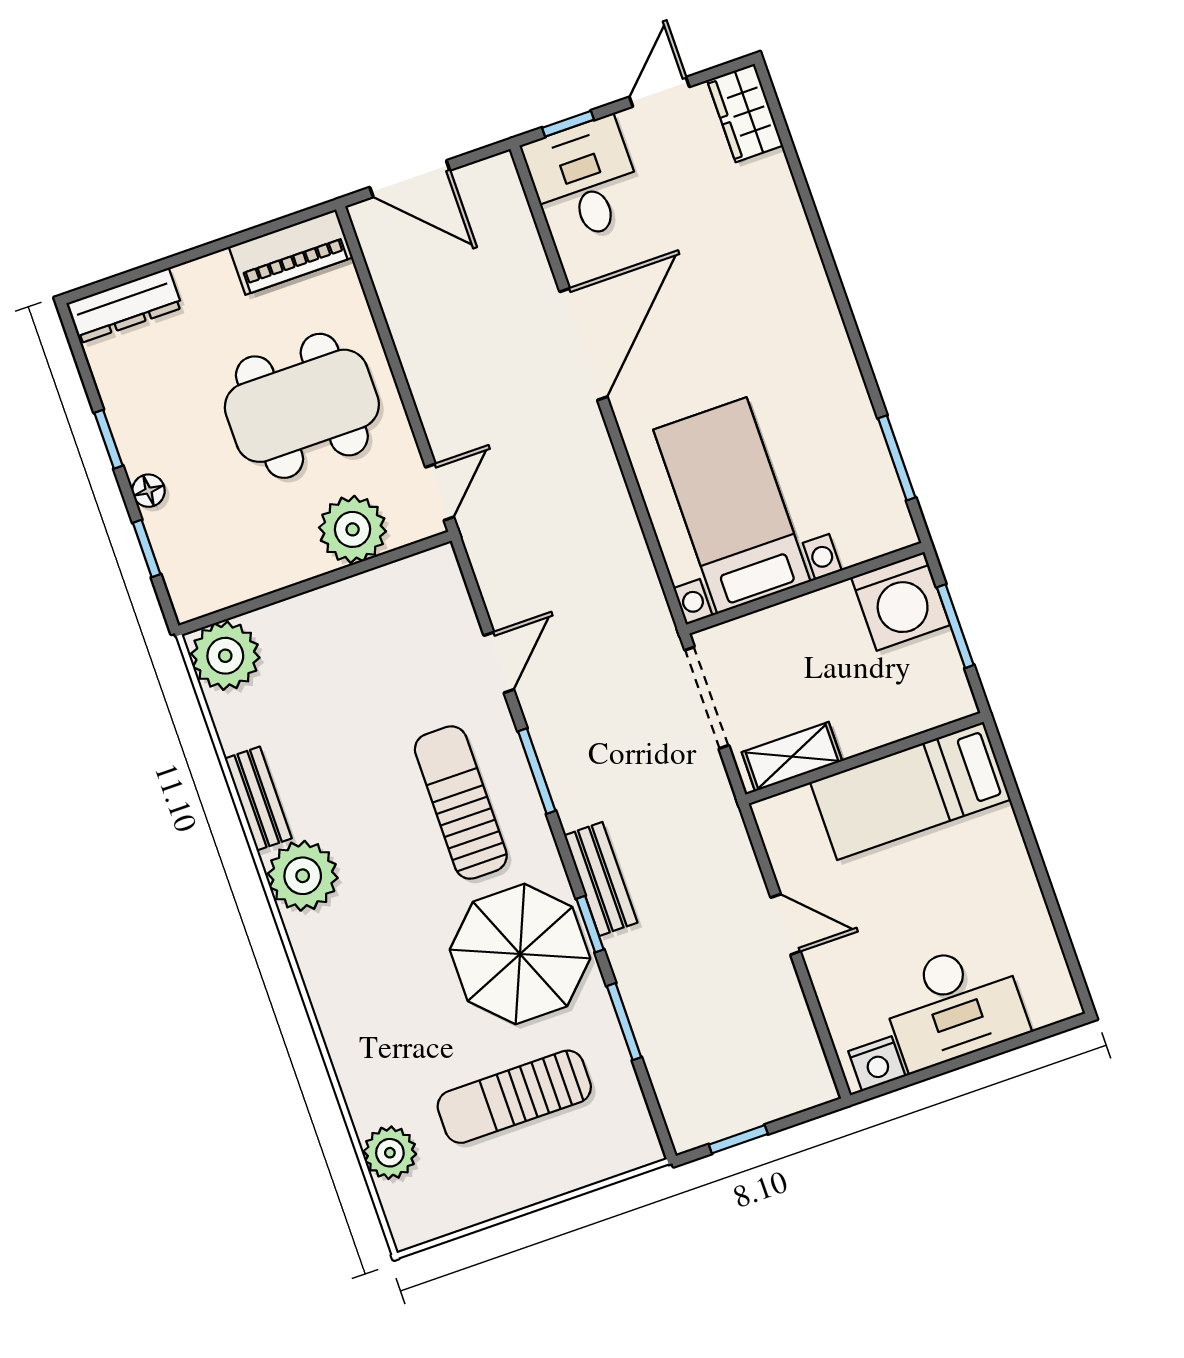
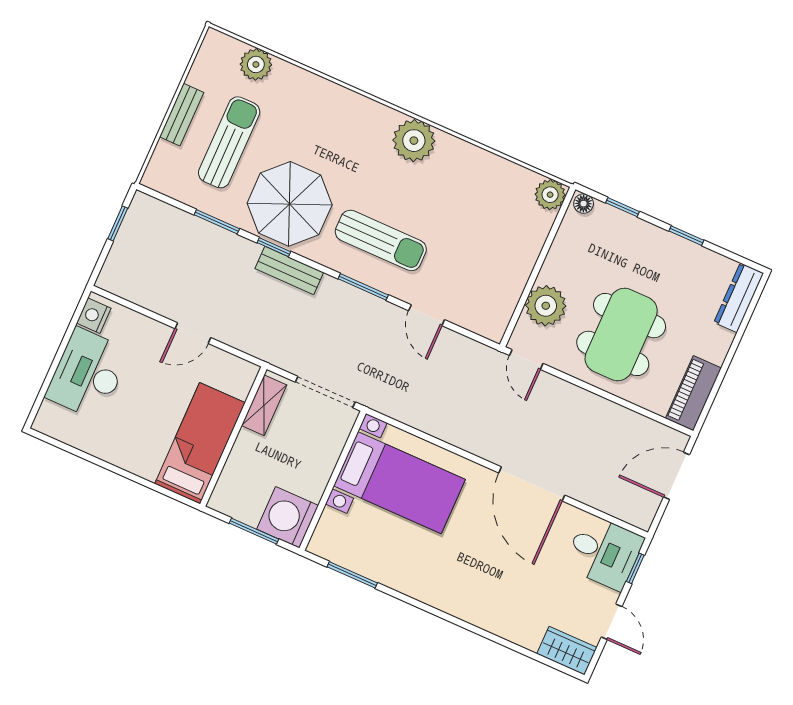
floor lamp: (148, 491) -> (584, 204), moved
plant: (225, 656) -> (550, 195), width x0.73, depth x0.73
bench: (258, 799) -> (182, 115), moved, turned 90

